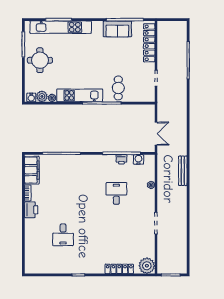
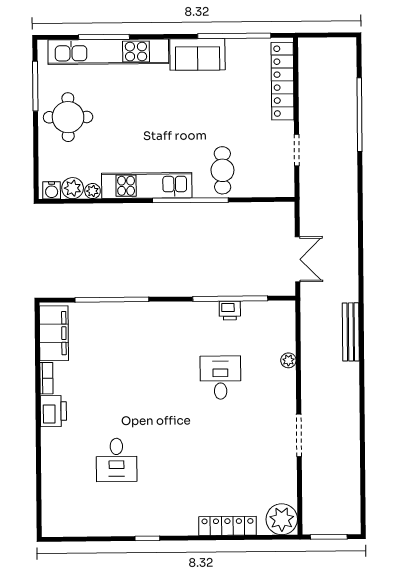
sofa: (117, 29) -> (197, 54), moved
water cooler: (138, 159) -> (263, 310), removed

